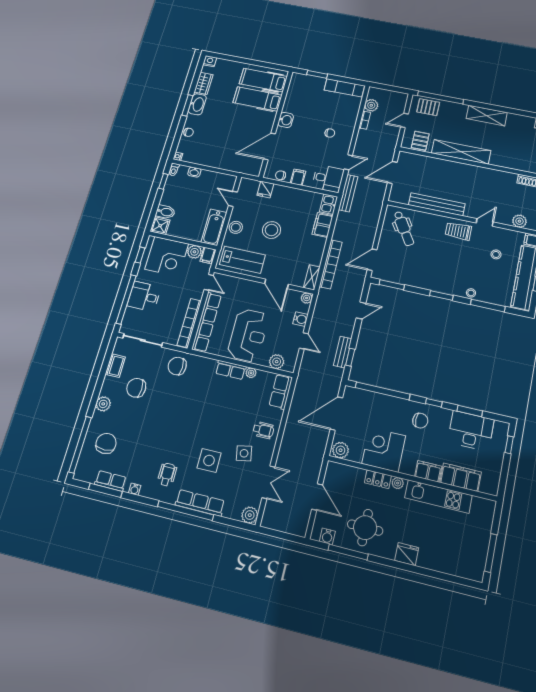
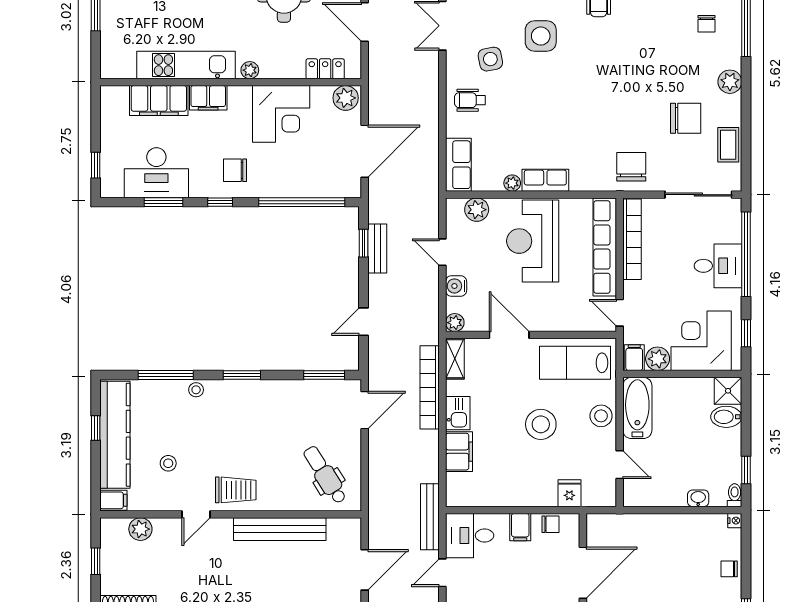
kitchen sink: (329, 204) -> (458, 413), moved
chair: (177, 366) -> (631, 167), turned -90
chair: (106, 443) -> (706, 24), width x0.54, depth x0.54
locker: (378, 479) -> (325, 69), moved

